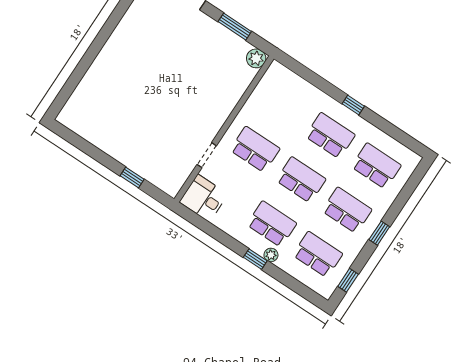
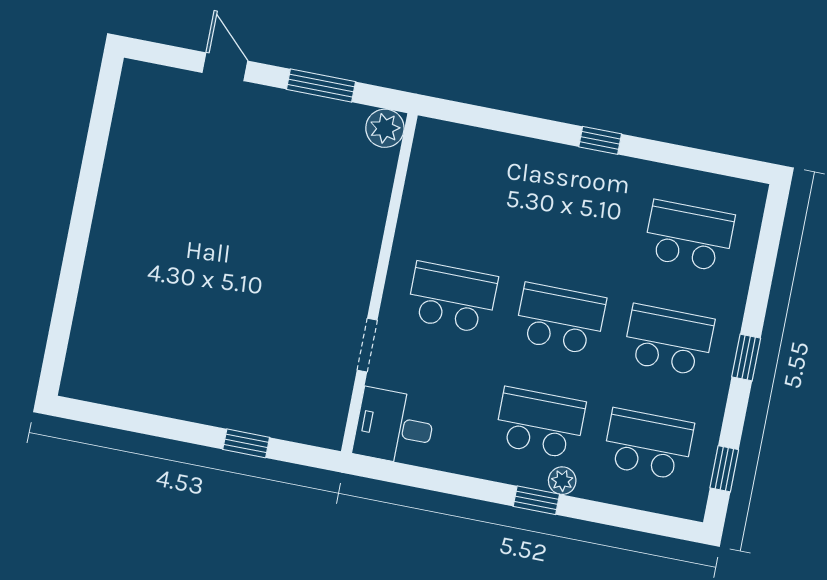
school desk: (330, 136) -> (581, 215), removed

